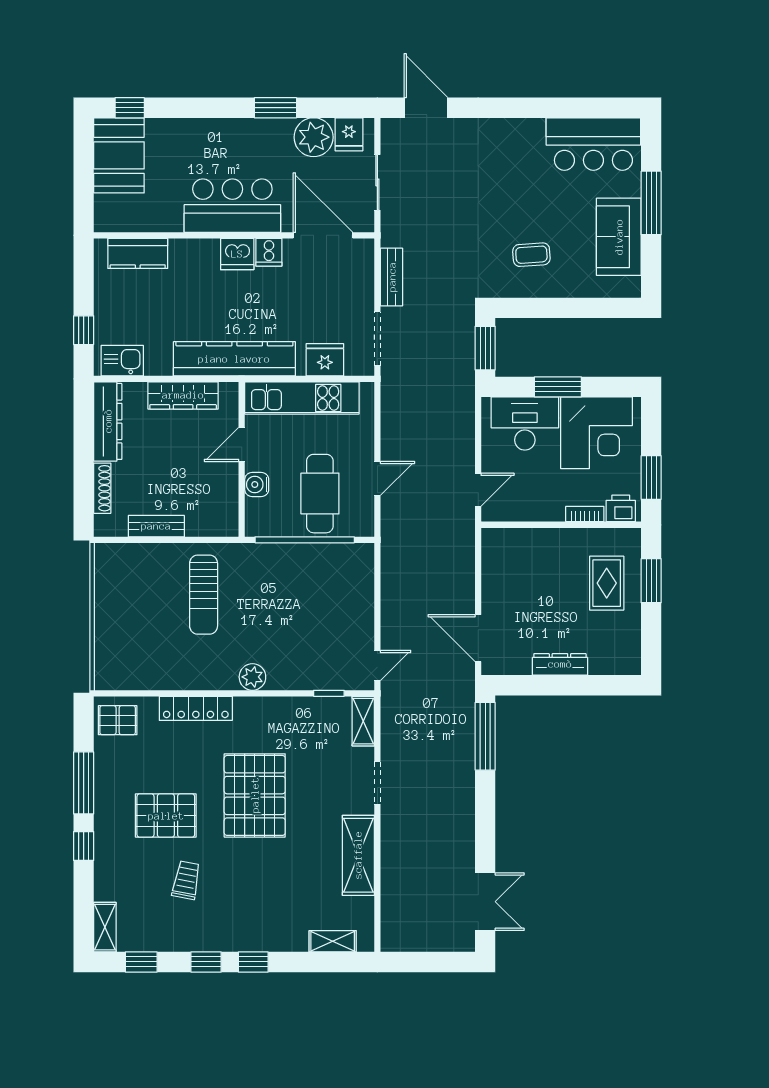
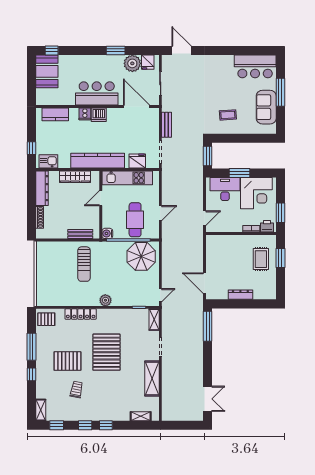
cooker: (269, 252) -> (85, 114), moved
water cooler: (257, 484) -> (107, 233), moved
bench: (156, 526) -> (80, 234), moved
parasol: (334, 577) -> (141, 256), added

